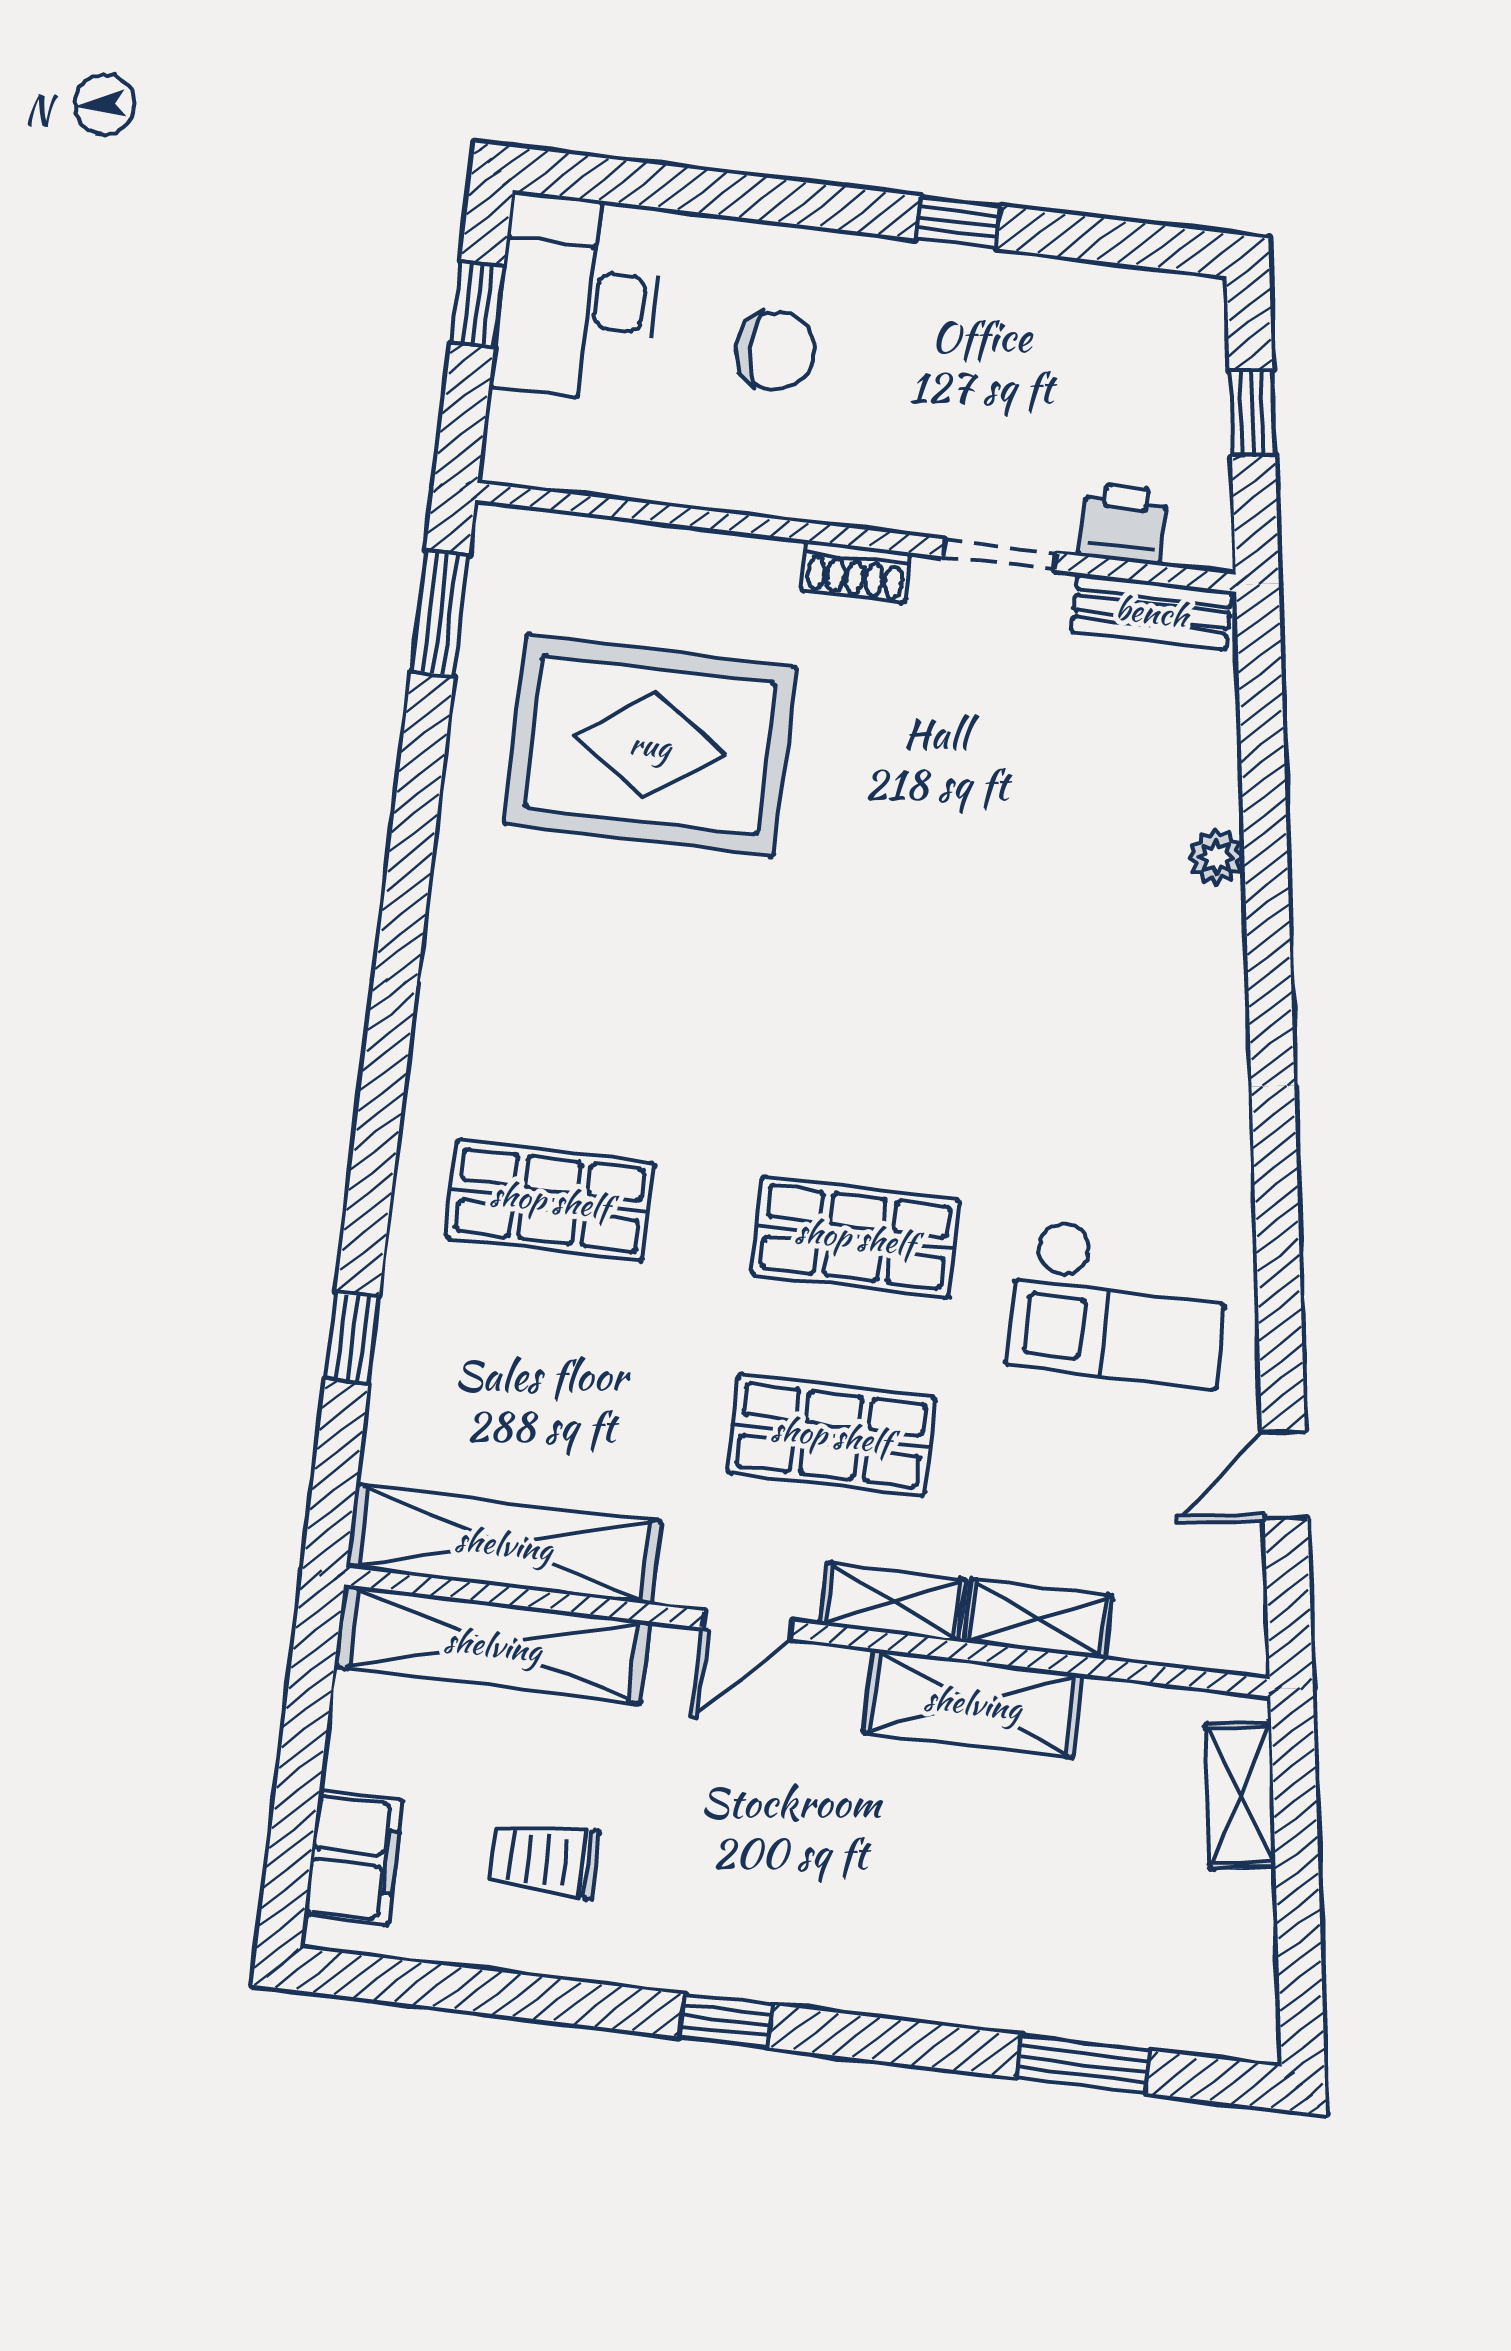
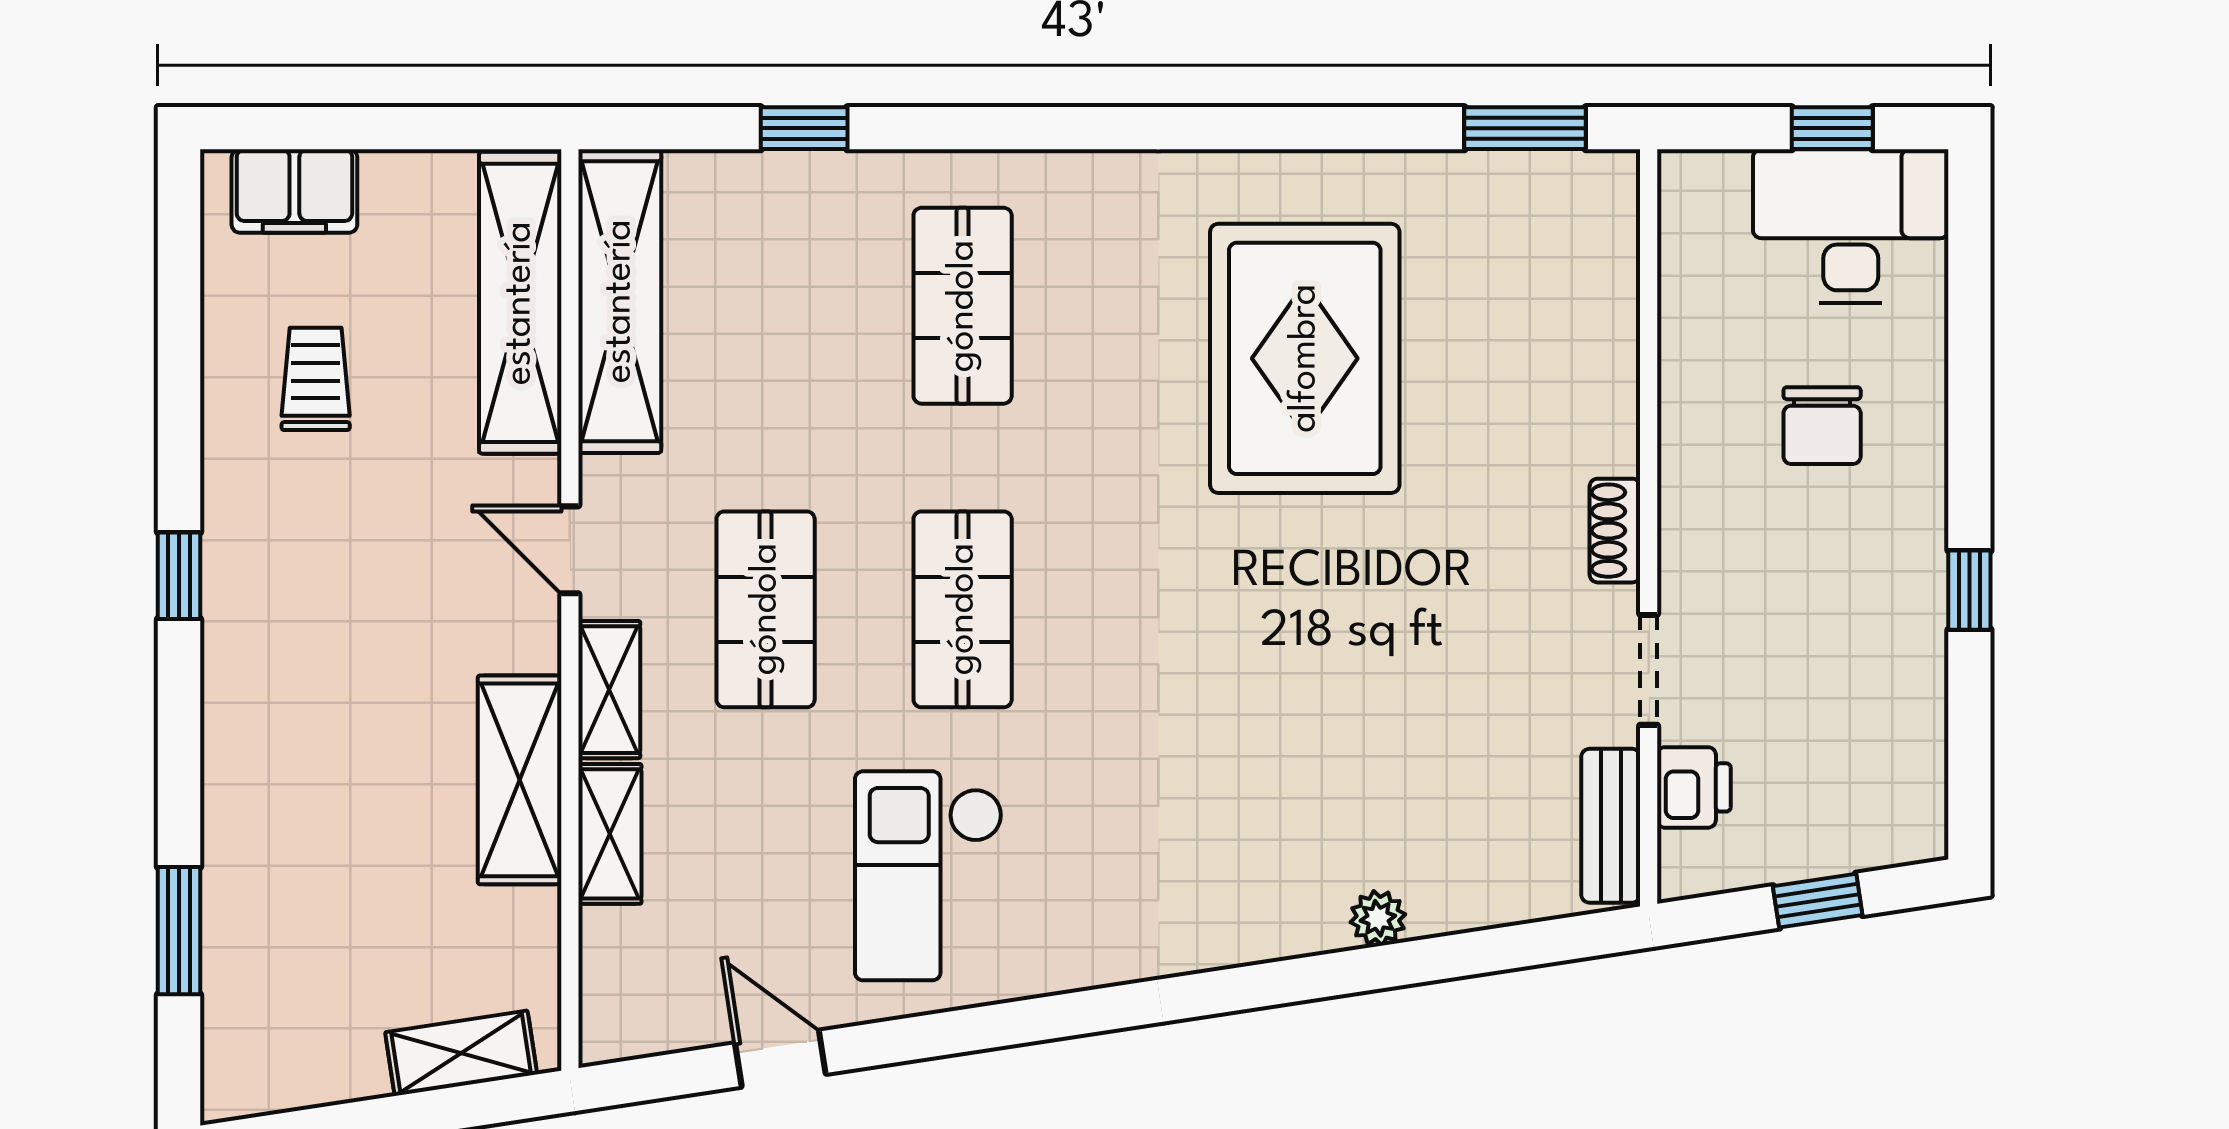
rug: (650, 745) -> (1305, 358), moved

